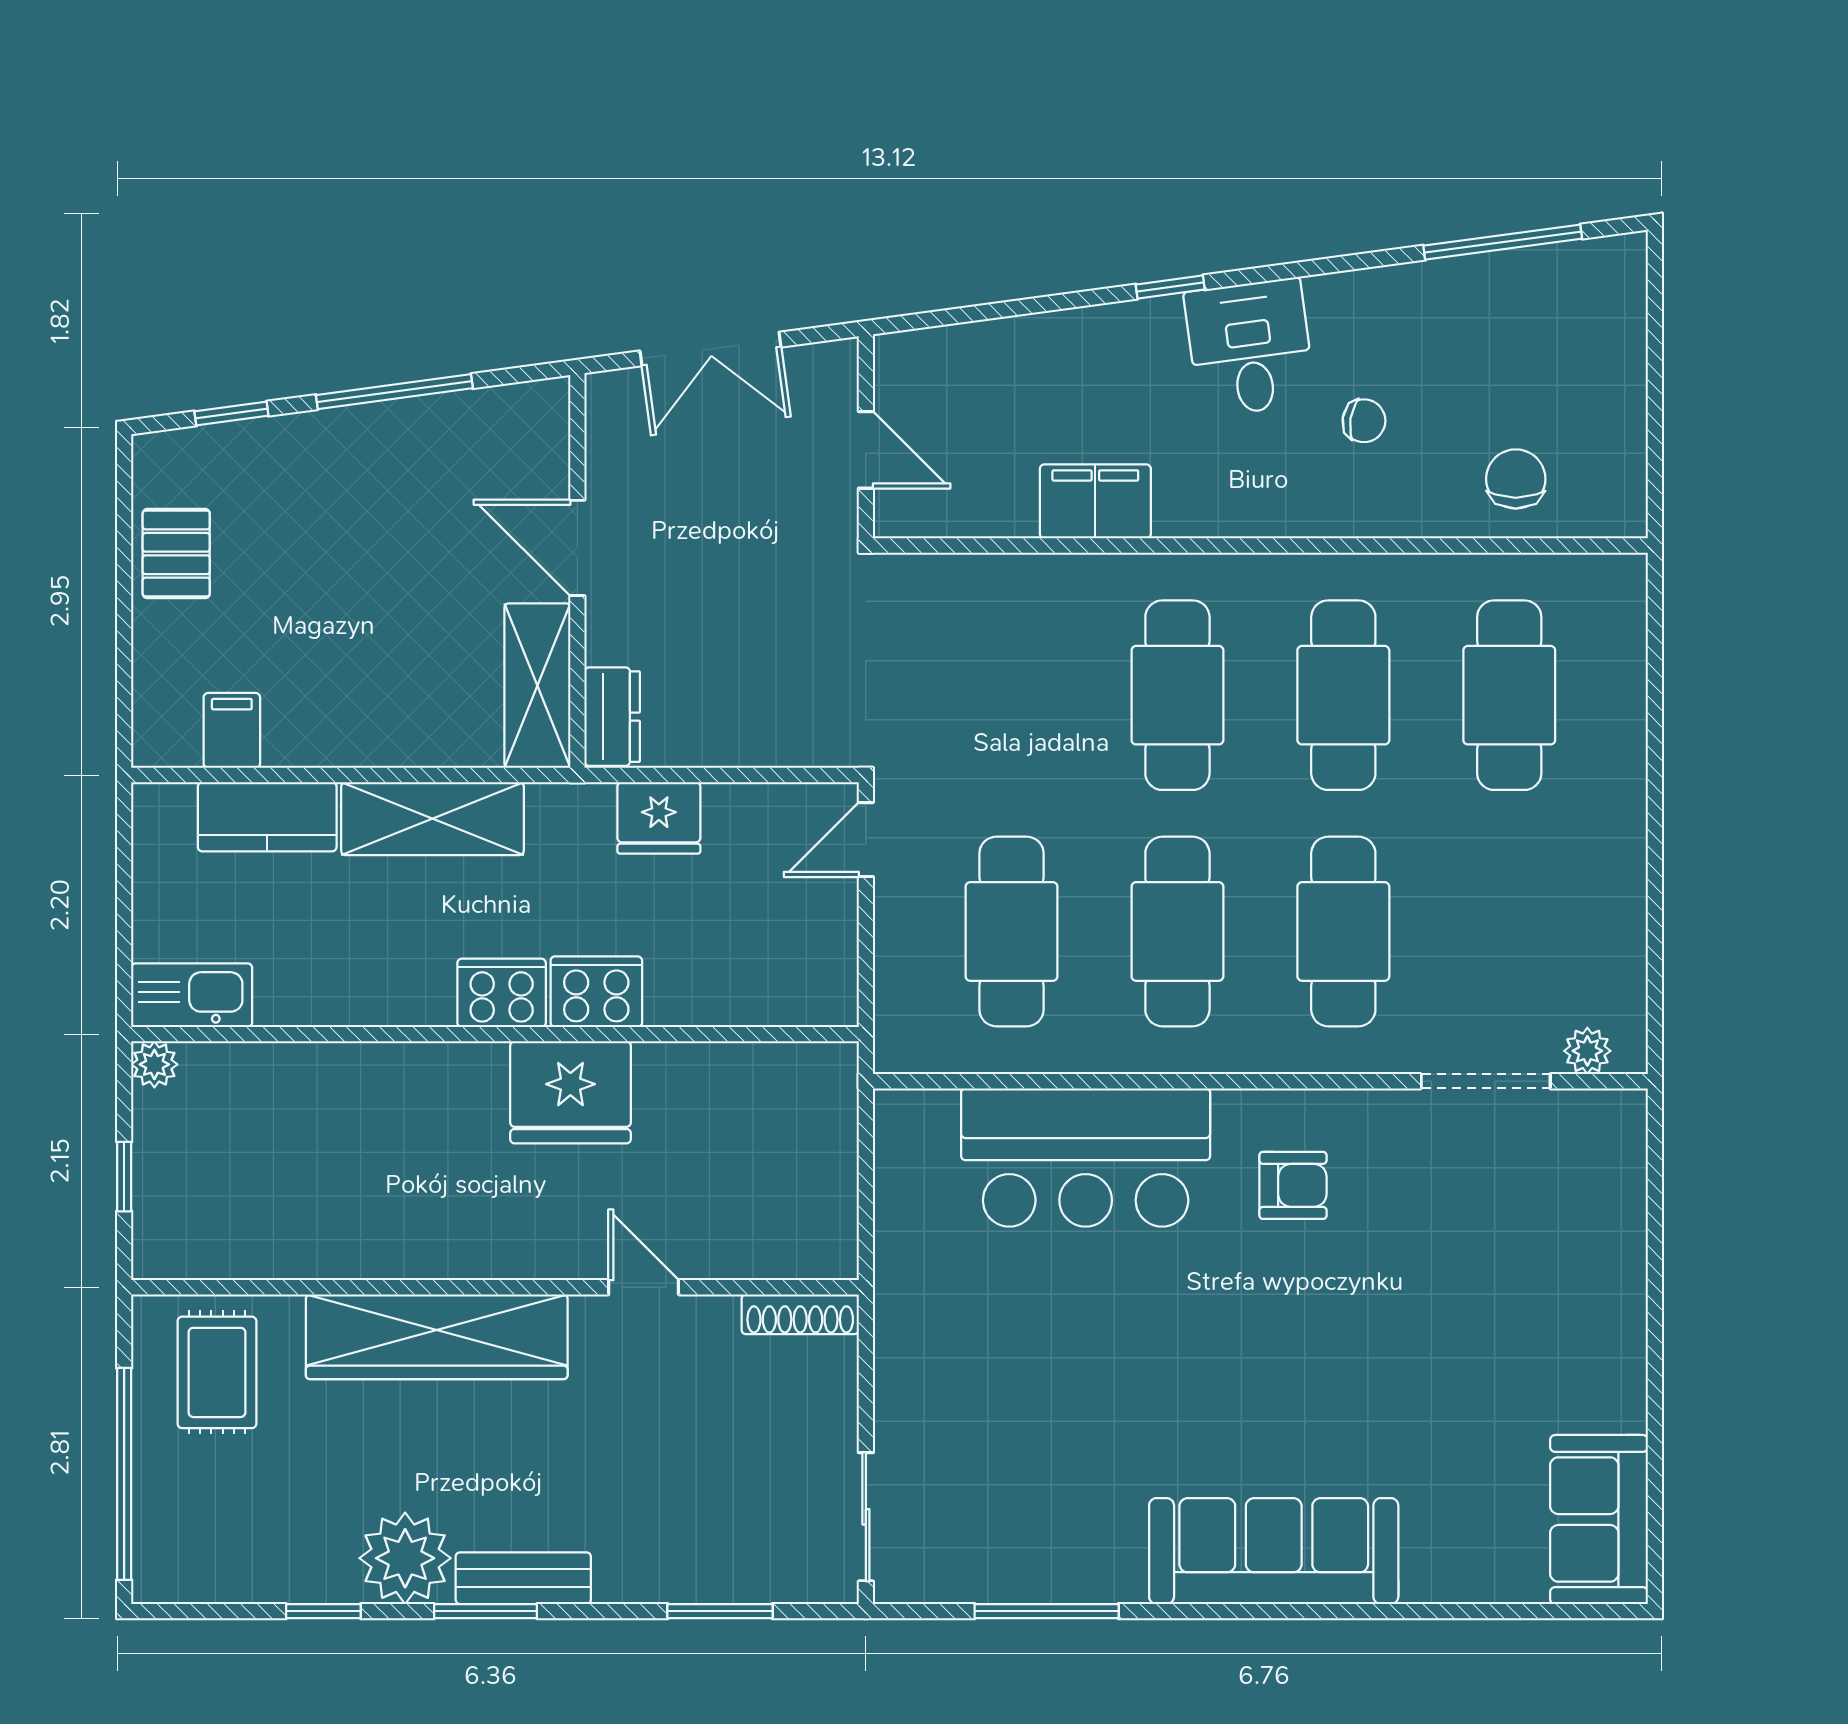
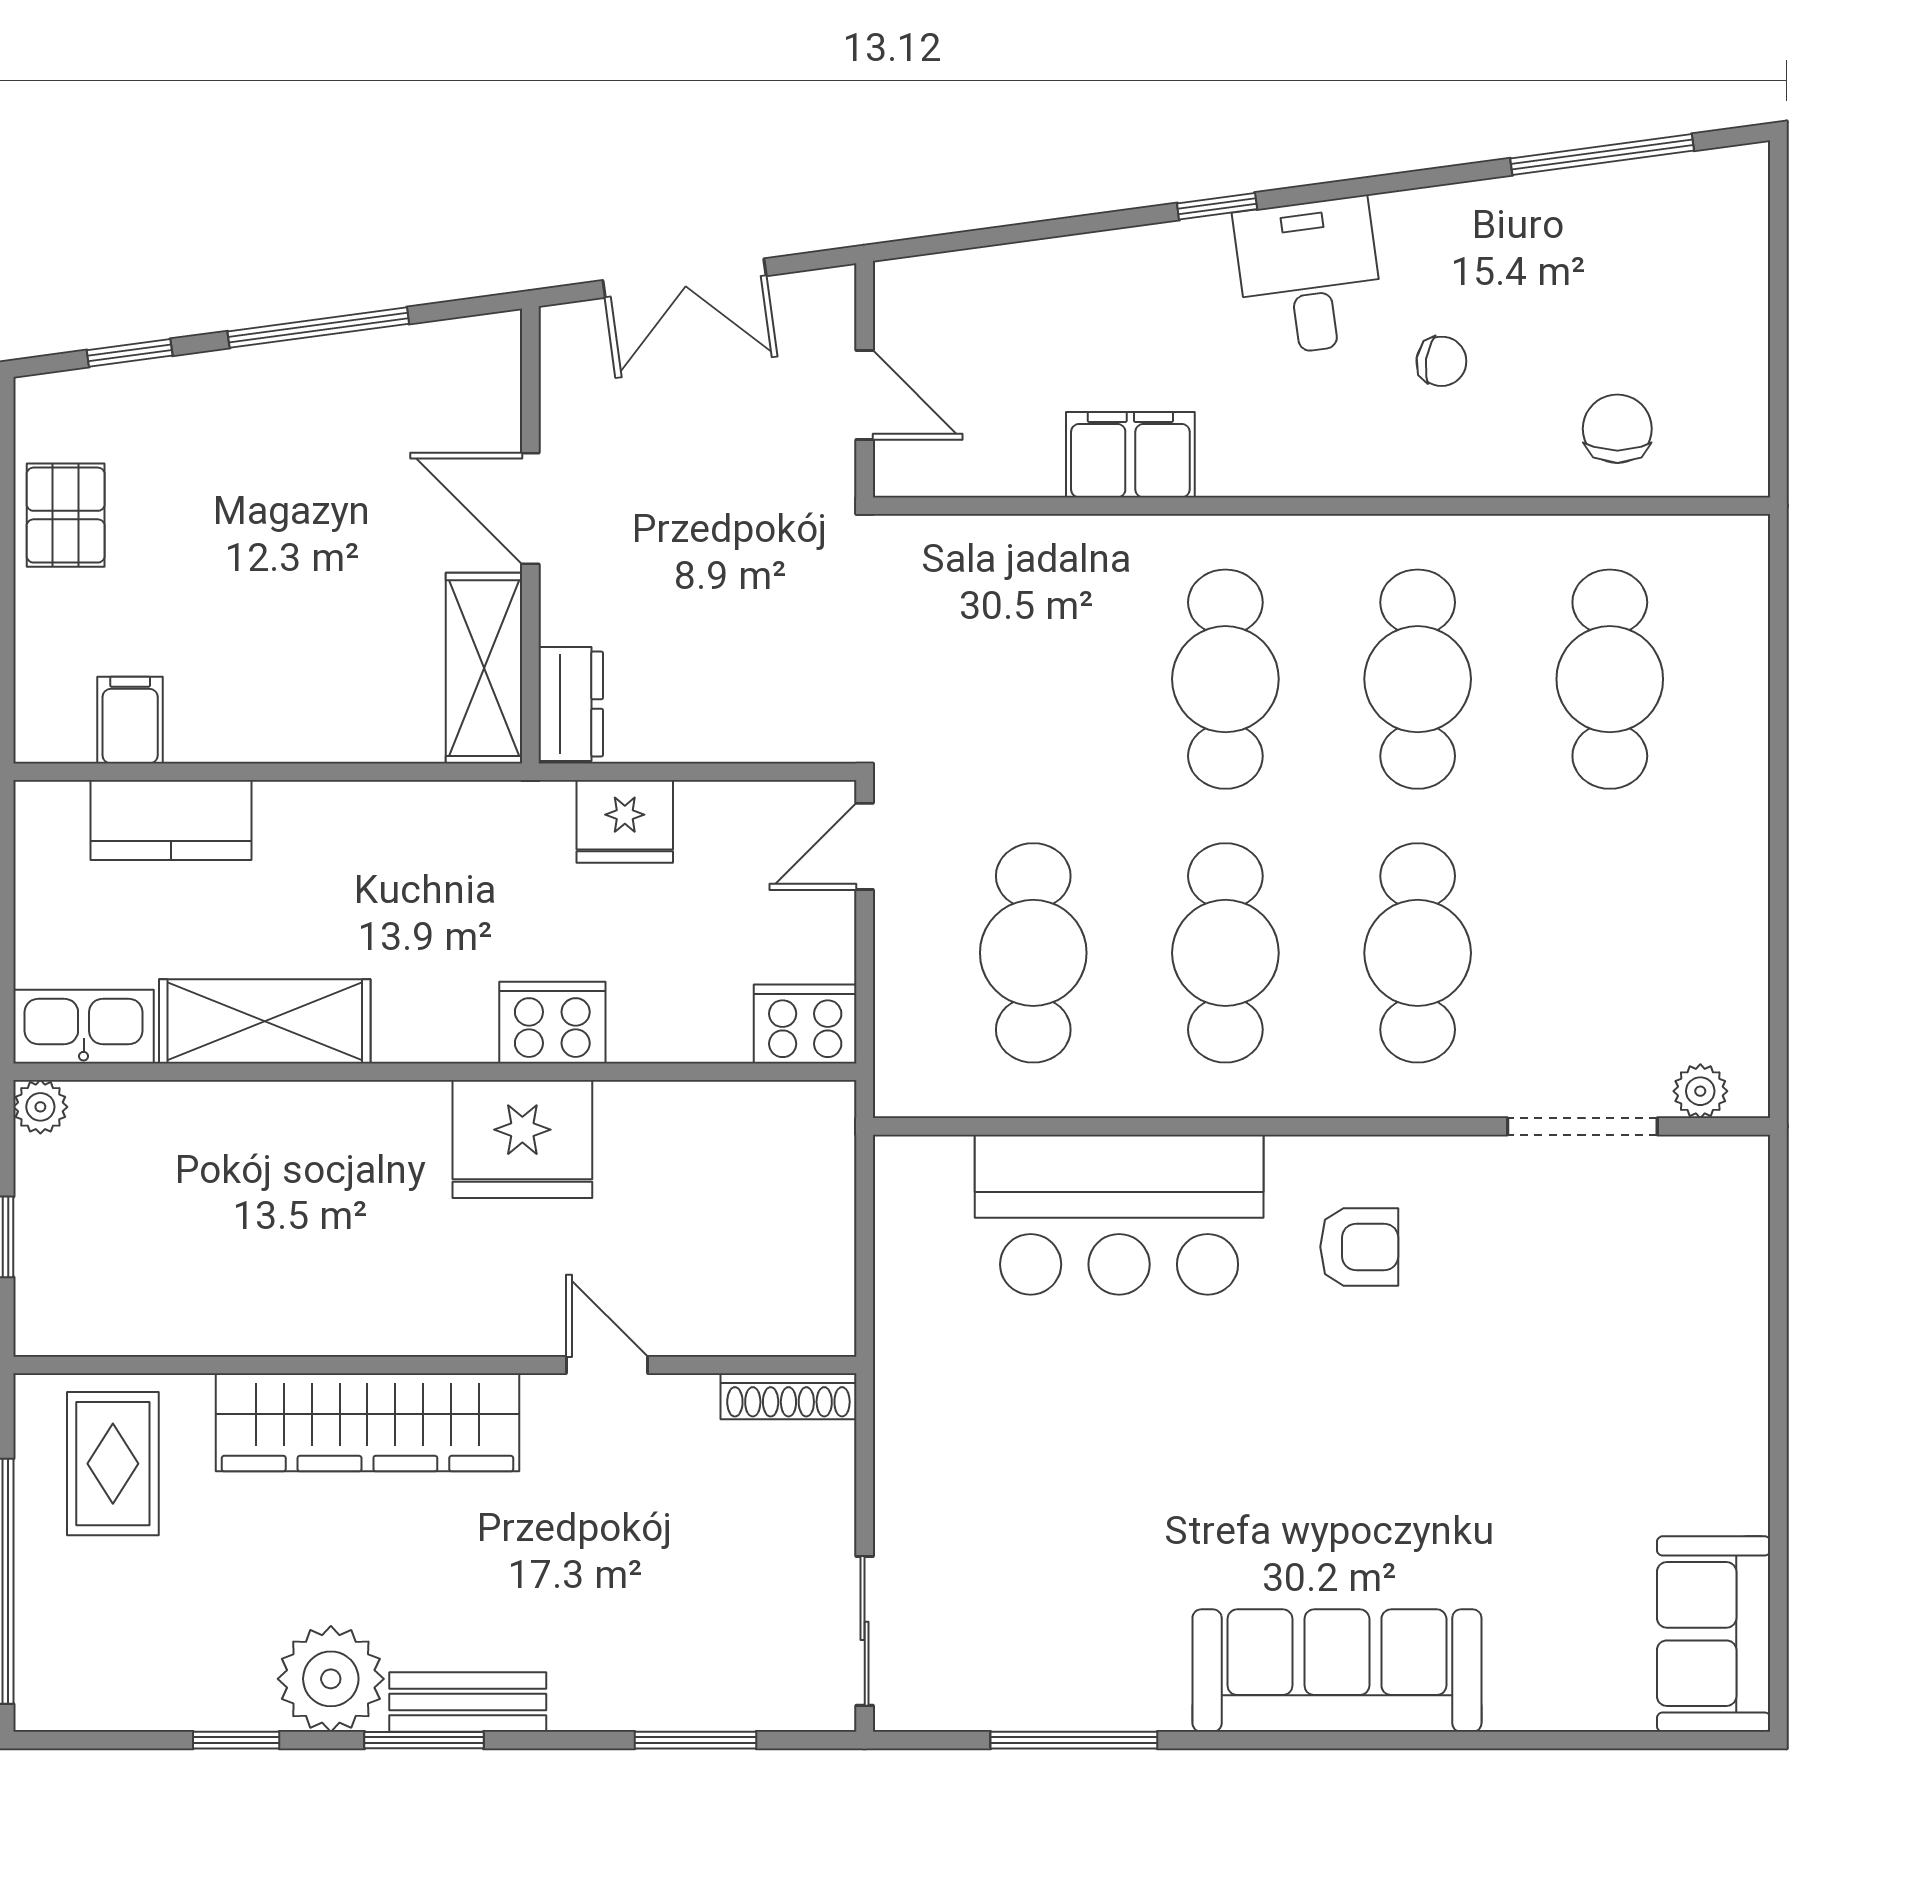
shelving: (433, 819) -> (265, 1021), moved
cooker: (502, 993) -> (805, 1024), moved

